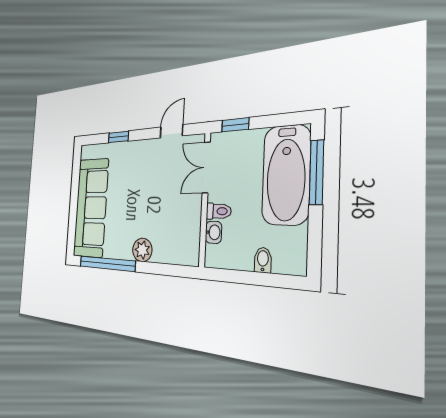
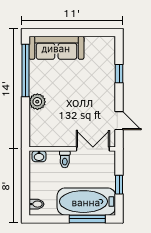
window: (235, 125) -> (119, 185), moved
sofa: (91, 208) -> (56, 48), width x0.74, depth x0.79
washbasin: (213, 232) -> (39, 156), moved
bidet: (263, 260) -> (36, 204), moved

